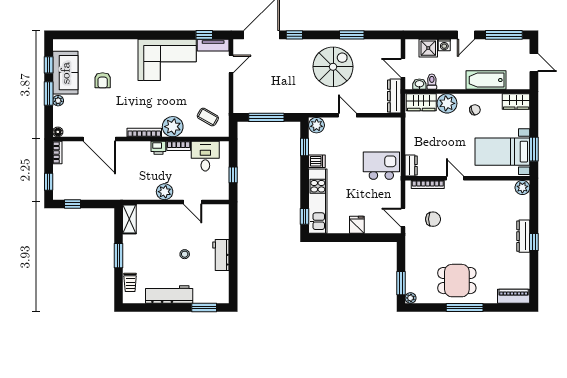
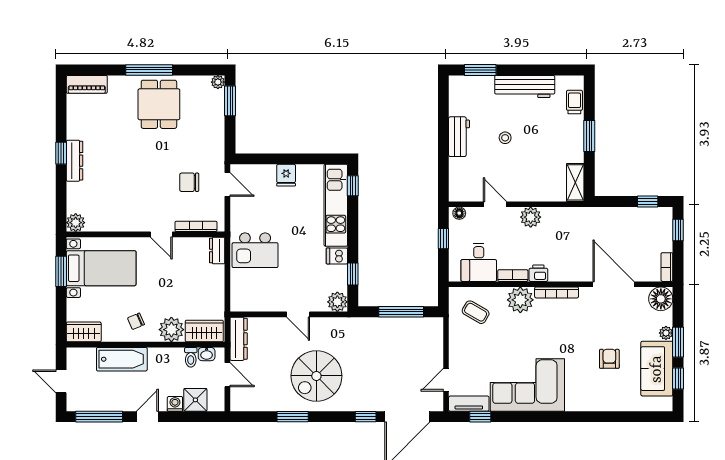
floor lamp: (58, 132) -> (661, 299), width x1.89, depth x1.89
floor lamp: (221, 195) -> (459, 213), added
dining table: (457, 281) -> (159, 104), turned 90

